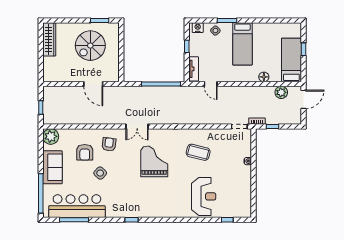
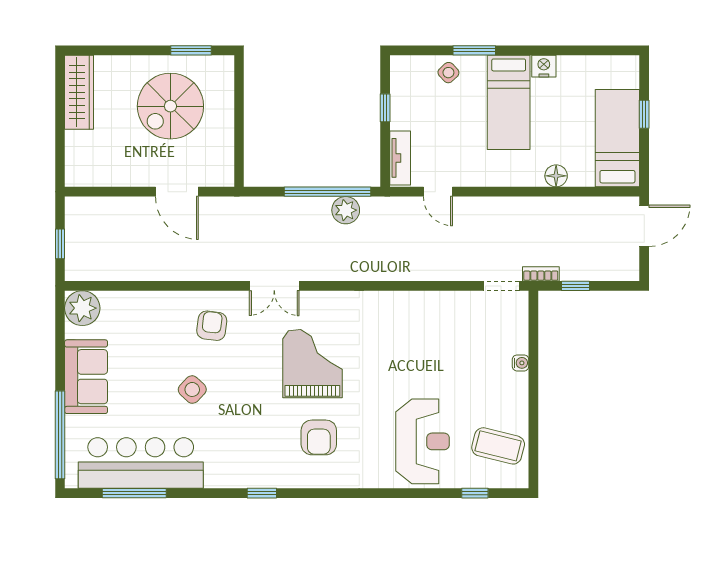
nightstand: (198, 28) -> (544, 66), moved
plant: (281, 92) -> (346, 210), moved
armchair: (85, 152) -> (319, 437), moved
coffee table: (198, 152) -> (498, 446), moved

